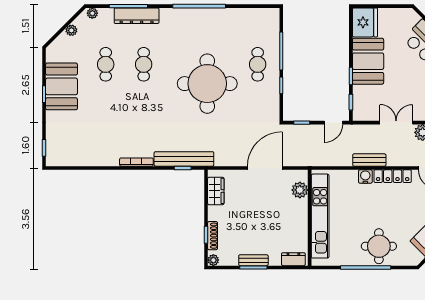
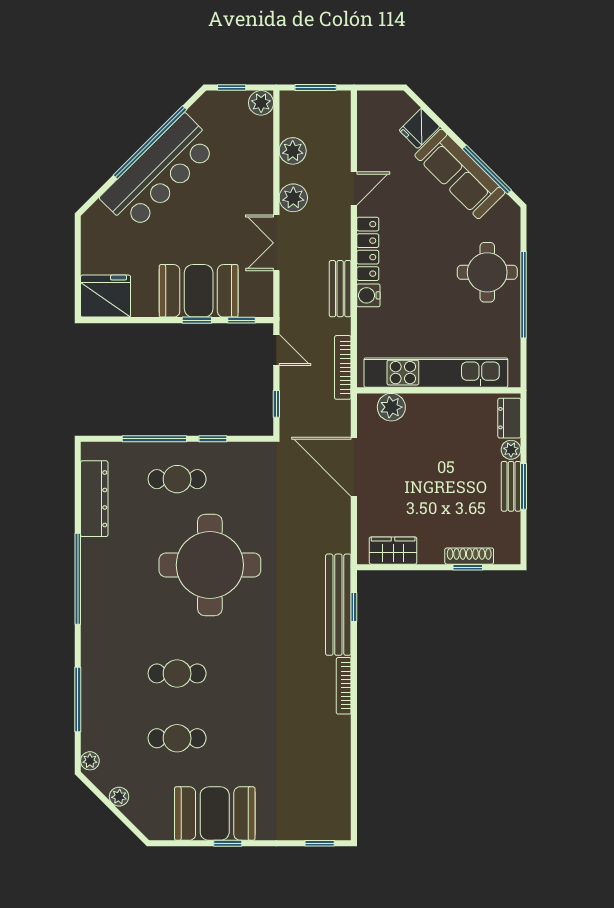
dresser: (137, 16) -> (94, 499), moved
booth: (368, 61) -> (199, 291), moved
bookcase: (323, 162) -> (343, 367), added
plant: (213, 260) -> (511, 450), moved

